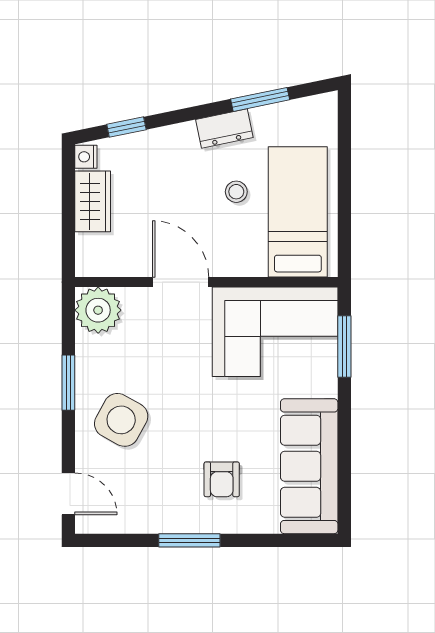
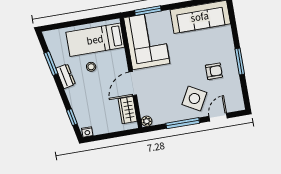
wardrobe: (93, 201) -> (128, 110), moved, turned -90
plant: (98, 310) -> (147, 121), width x0.53, depth x0.53
window: (68, 383) -> (183, 123), width x1.44
armchair: (222, 479) -> (214, 71), moved
door: (68, 494) -> (218, 117), moved

